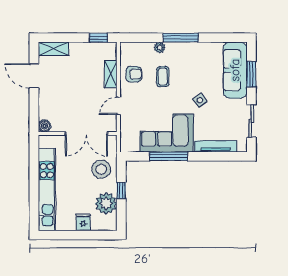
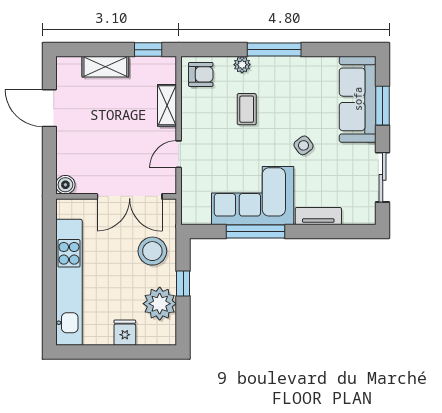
shelving: (53, 49) -> (105, 67), moved
armchair: (134, 74) -> (201, 74), moved
tv unit: (216, 146) -> (318, 216), width x0.71

